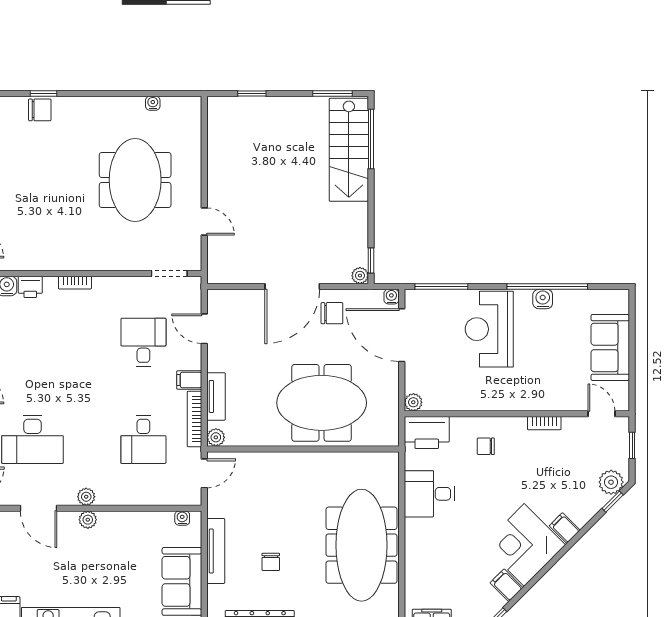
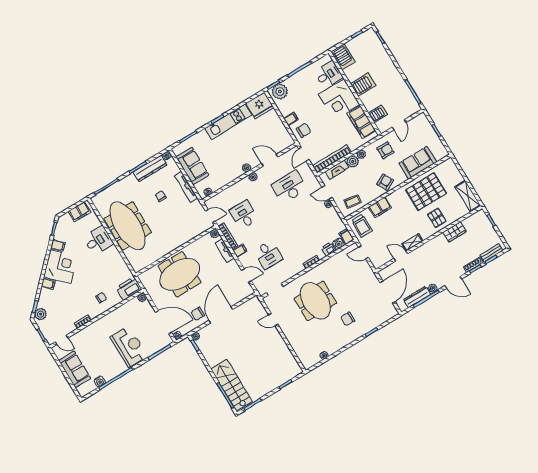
chair: (40, 110) -> (348, 319), moved
meeting table: (135, 180) -> (315, 301), moved
water cooler: (543, 299) -> (100, 381), moved
door: (204, 473) -> (210, 216), swing flipped
desk: (429, 494) -> (98, 240), moved

